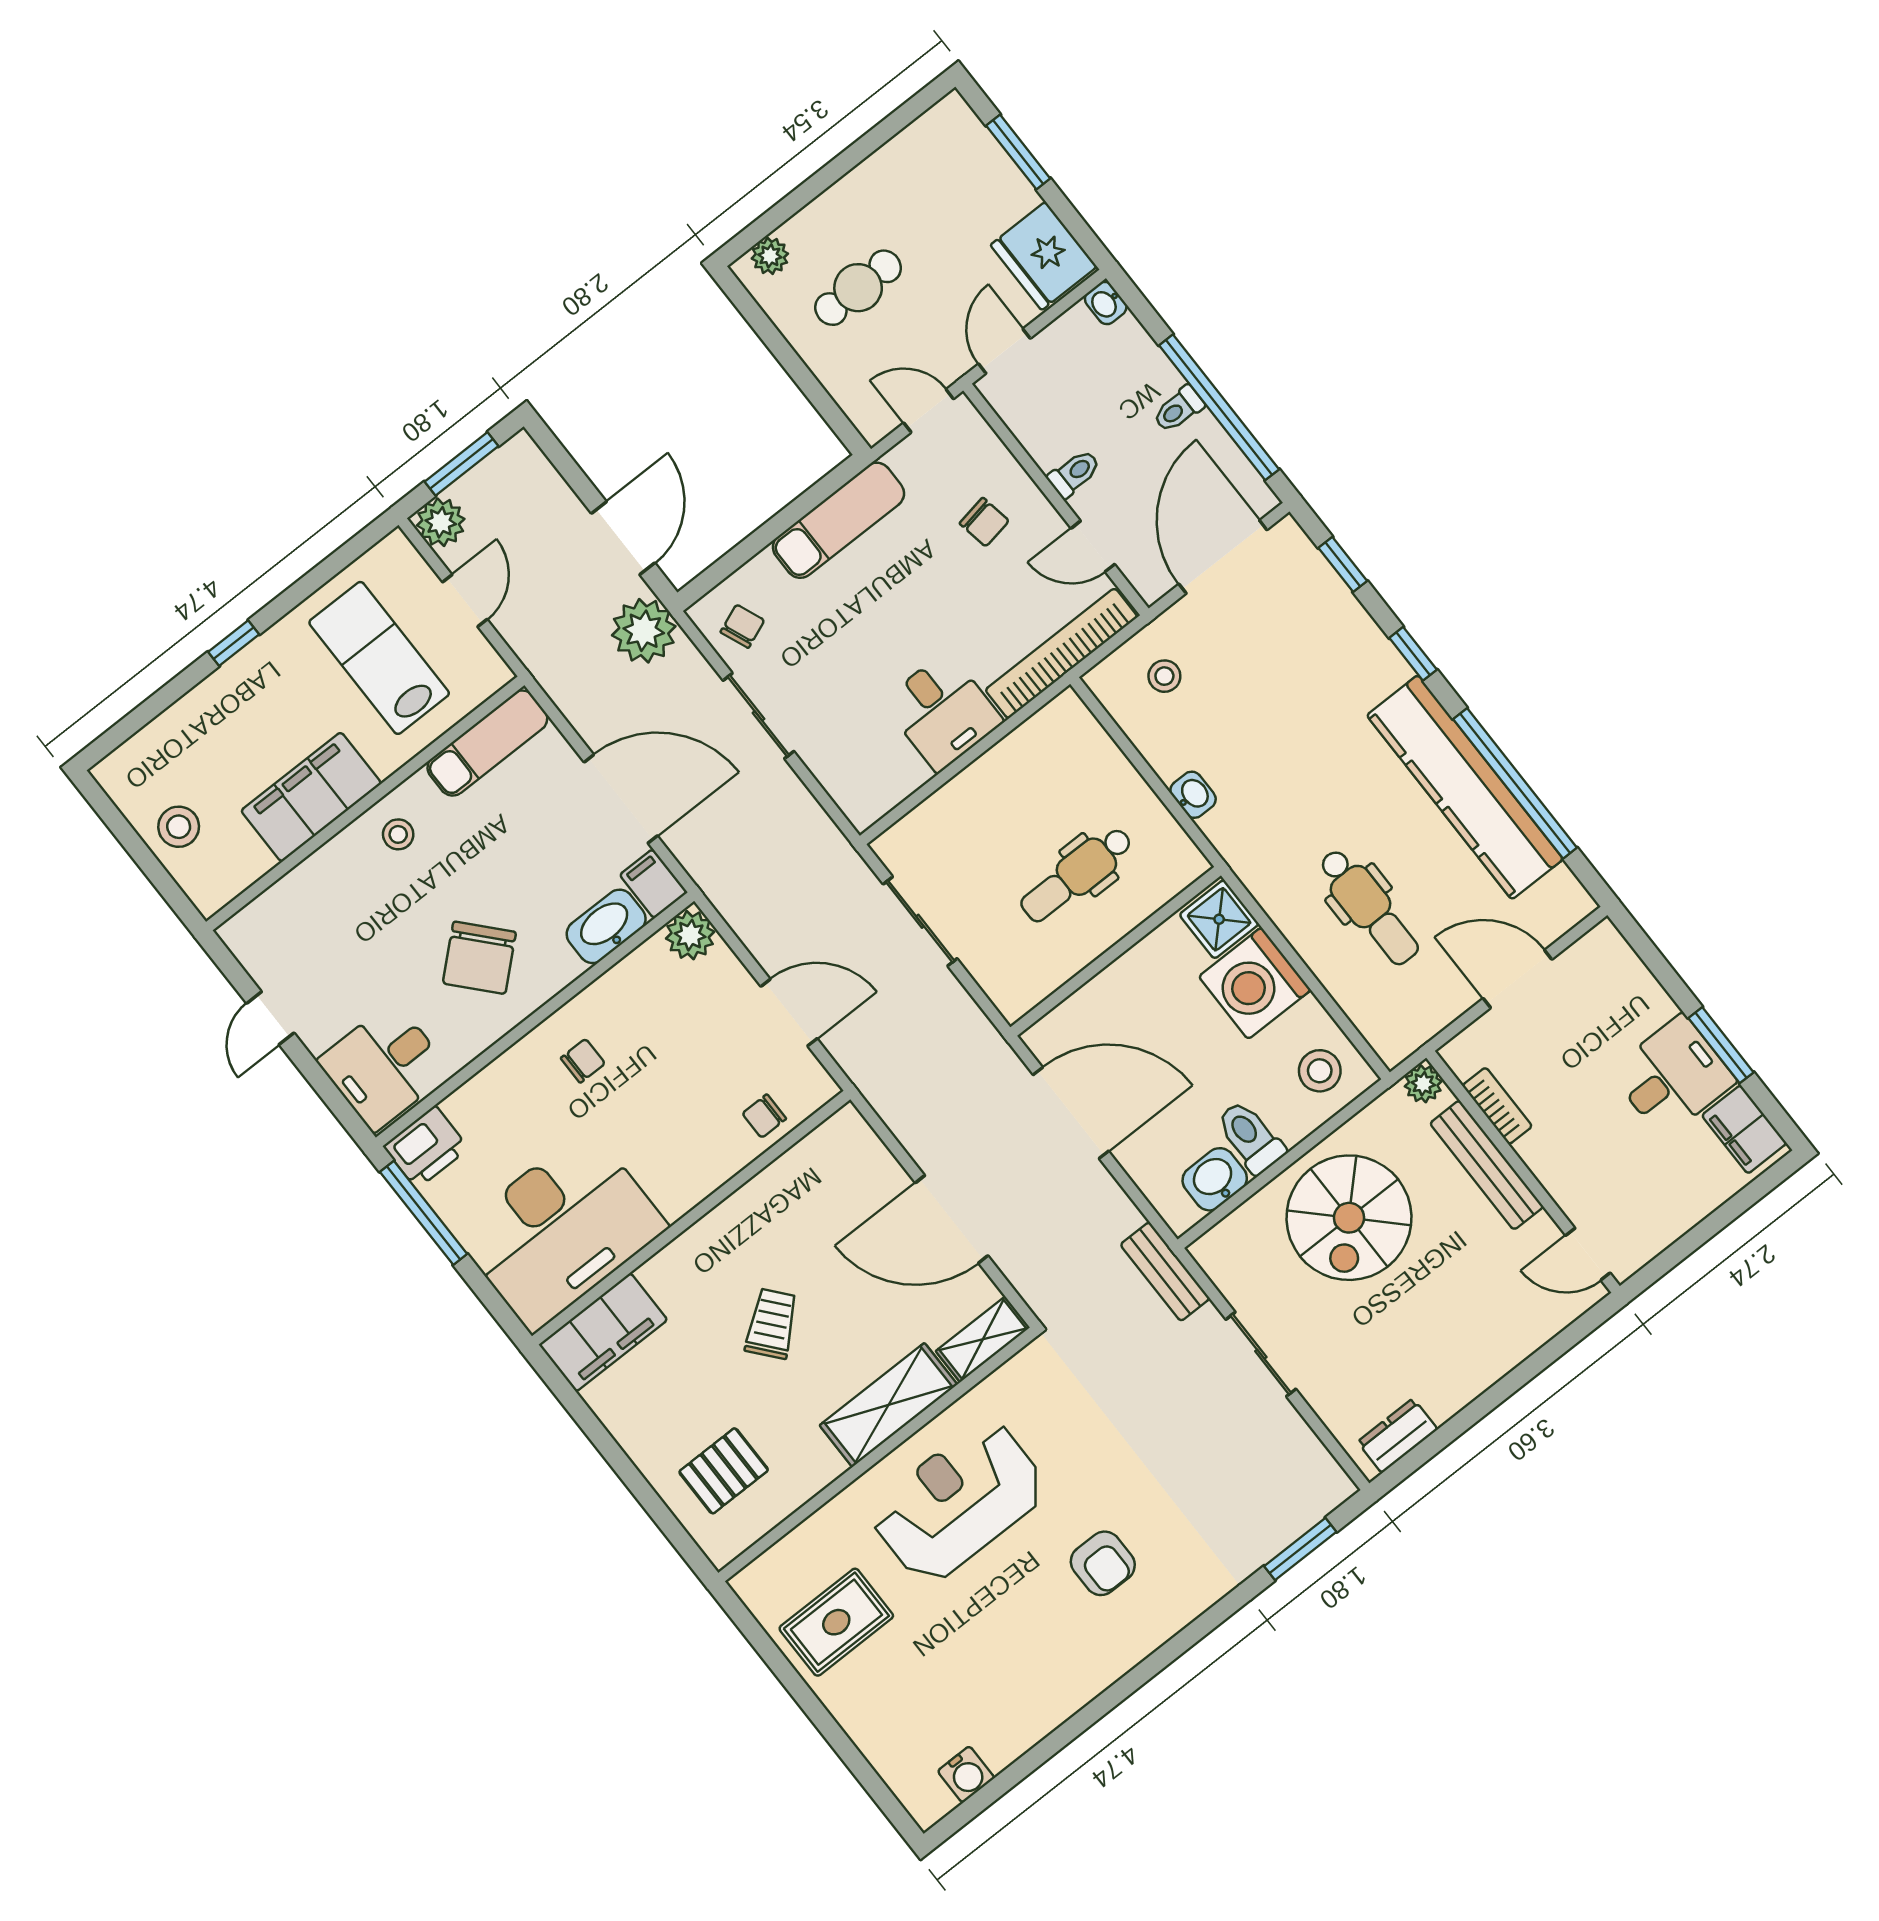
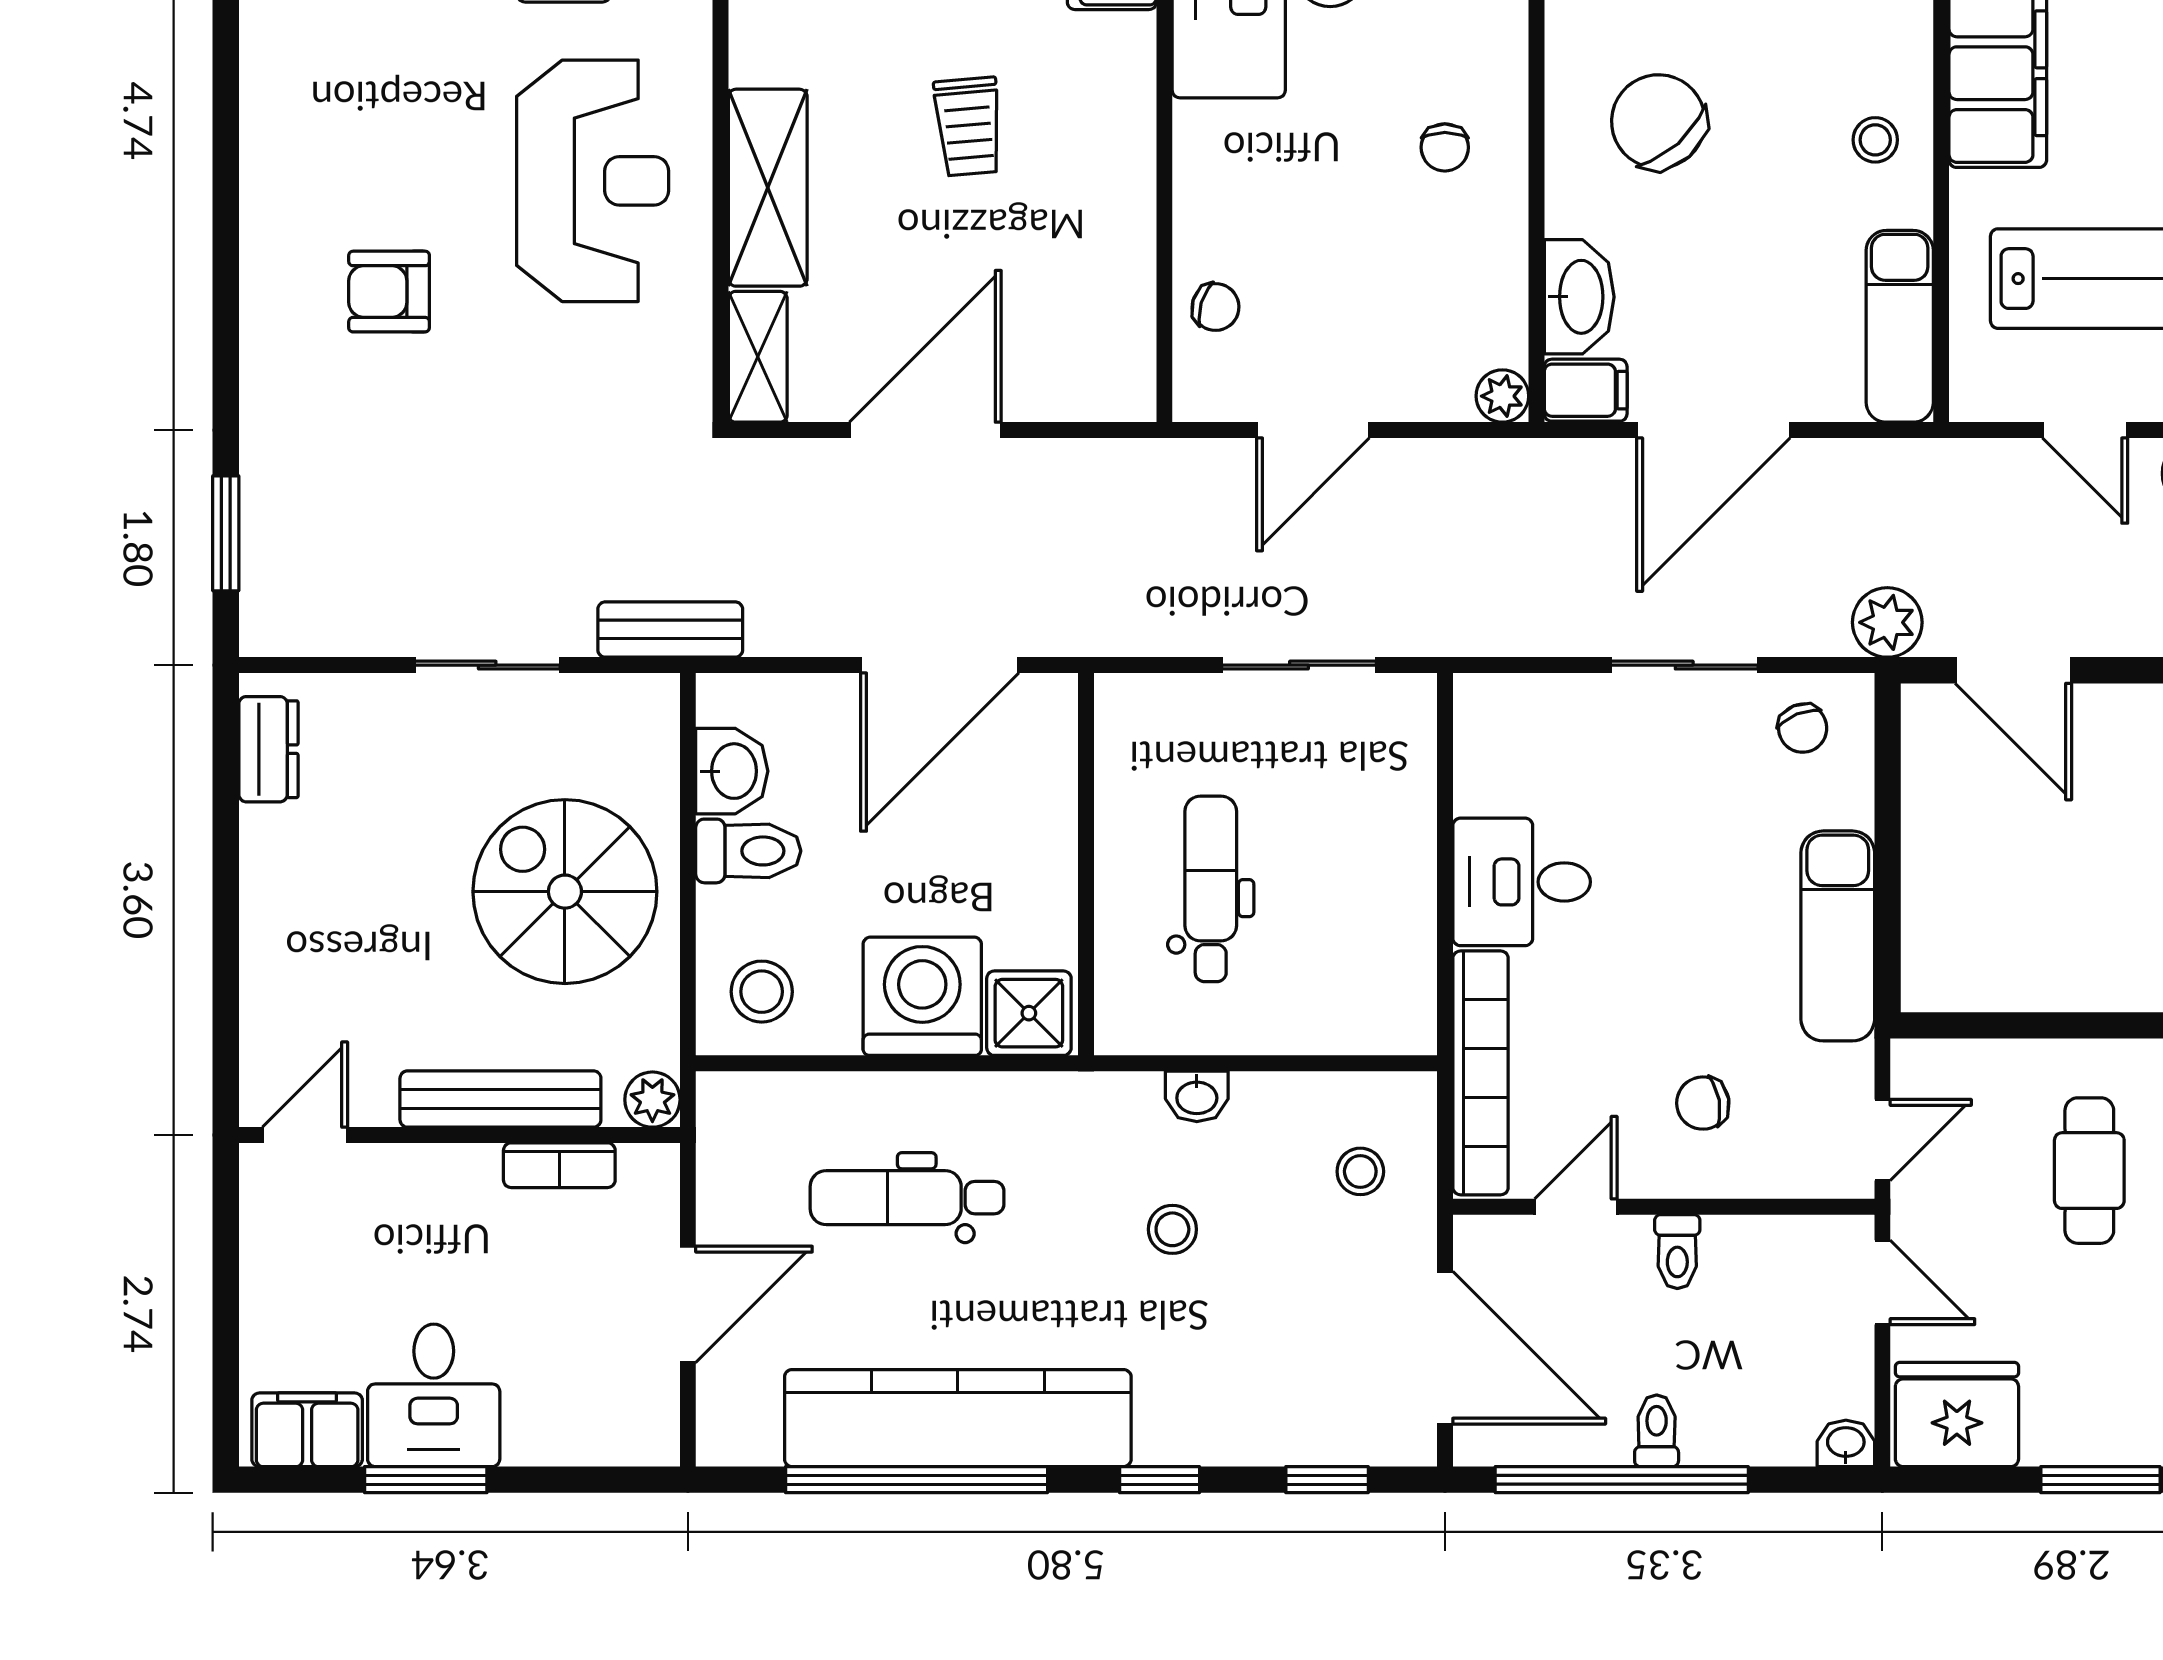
plant: (644, 631) -> (1887, 622), width x0.73, depth x0.73
stool: (1274, 752) -> (1172, 1229), added
plant: (690, 935) -> (1502, 396), width x0.73, depth x0.73
chair: (764, 1116) -> (1215, 307), turned 107
trolley: (772, 1324) -> (968, 127), turned 35

